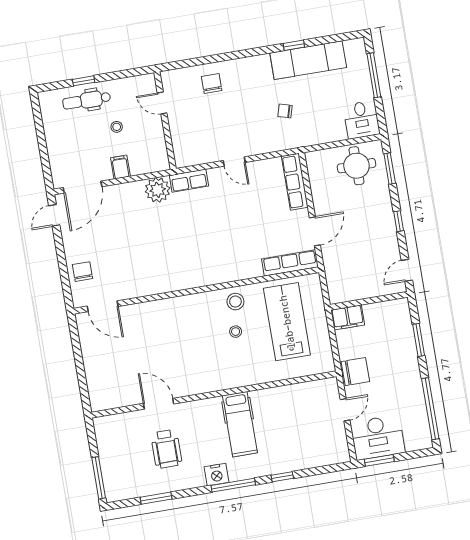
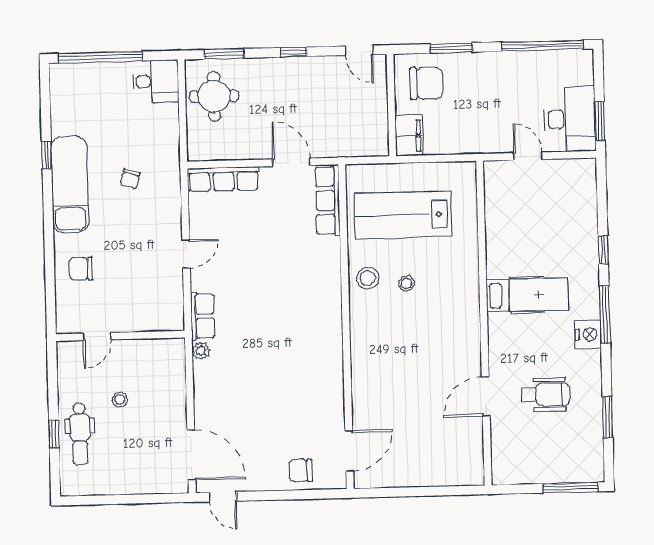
exam couch: (308, 60) -> (70, 184), moved
window: (374, 75) -> (100, 57), width x1.46
filing cabinet: (120, 167) -> (172, 402), removed
plant: (158, 190) -> (201, 351), width x0.53, depth x0.53
chair: (355, 372) -> (426, 83), moved, turned 90

